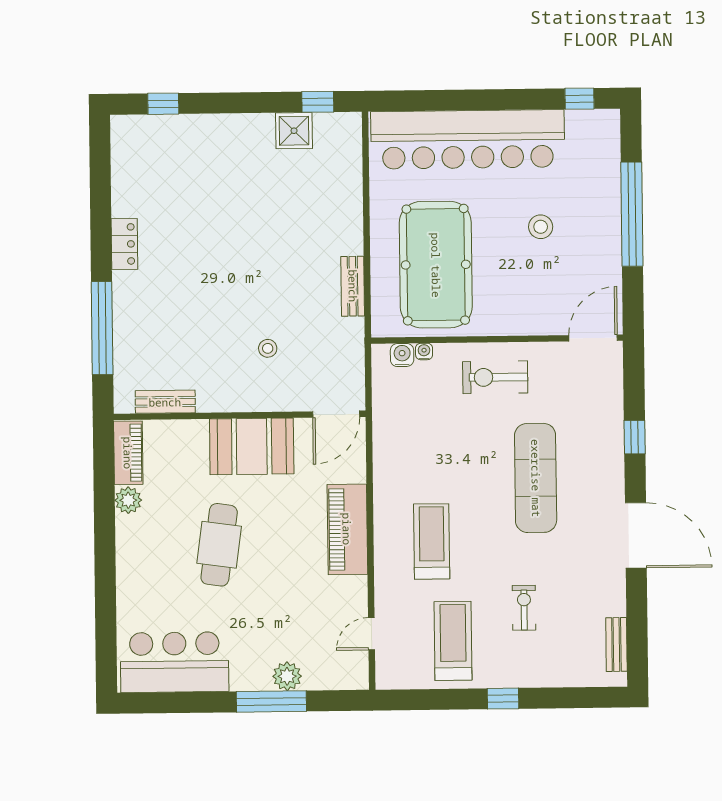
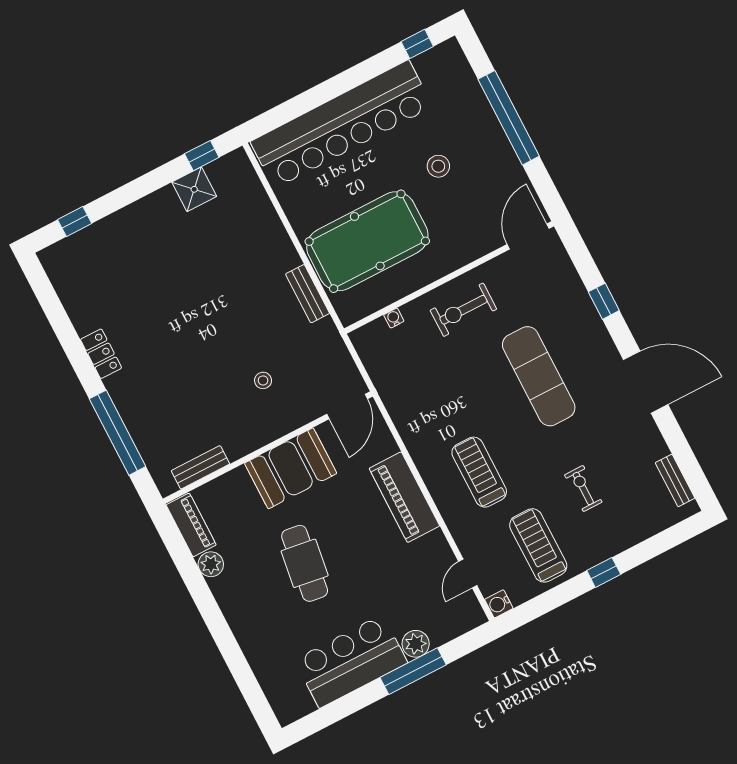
pool table: (436, 265) -> (367, 241), turned 90
water cooler: (402, 355) -> (499, 604), moved, turned -90
bar counter: (175, 662) -> (351, 661), moved

